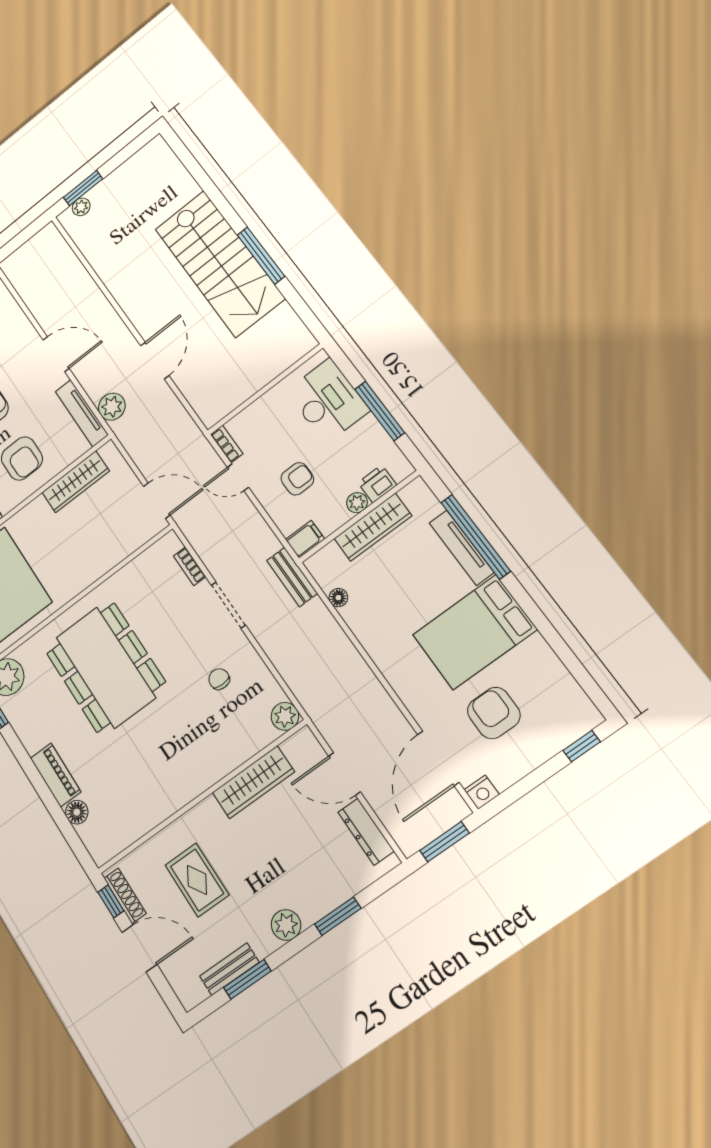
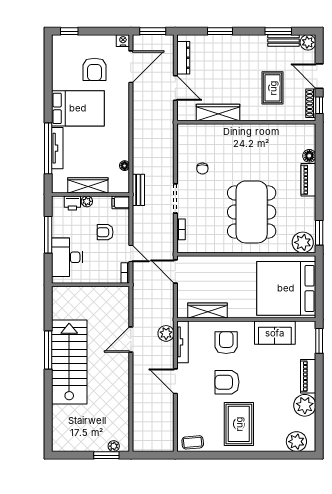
plant: (285, 716) -> (184, 131), removed
plant: (286, 925) -> (308, 42), moved

